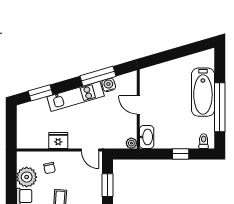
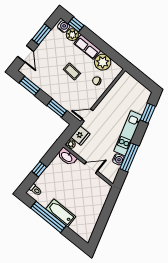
bathtub: (203, 92) -> (61, 213), width x0.73, depth x0.73
fridge: (58, 141) -> (80, 136), moved

